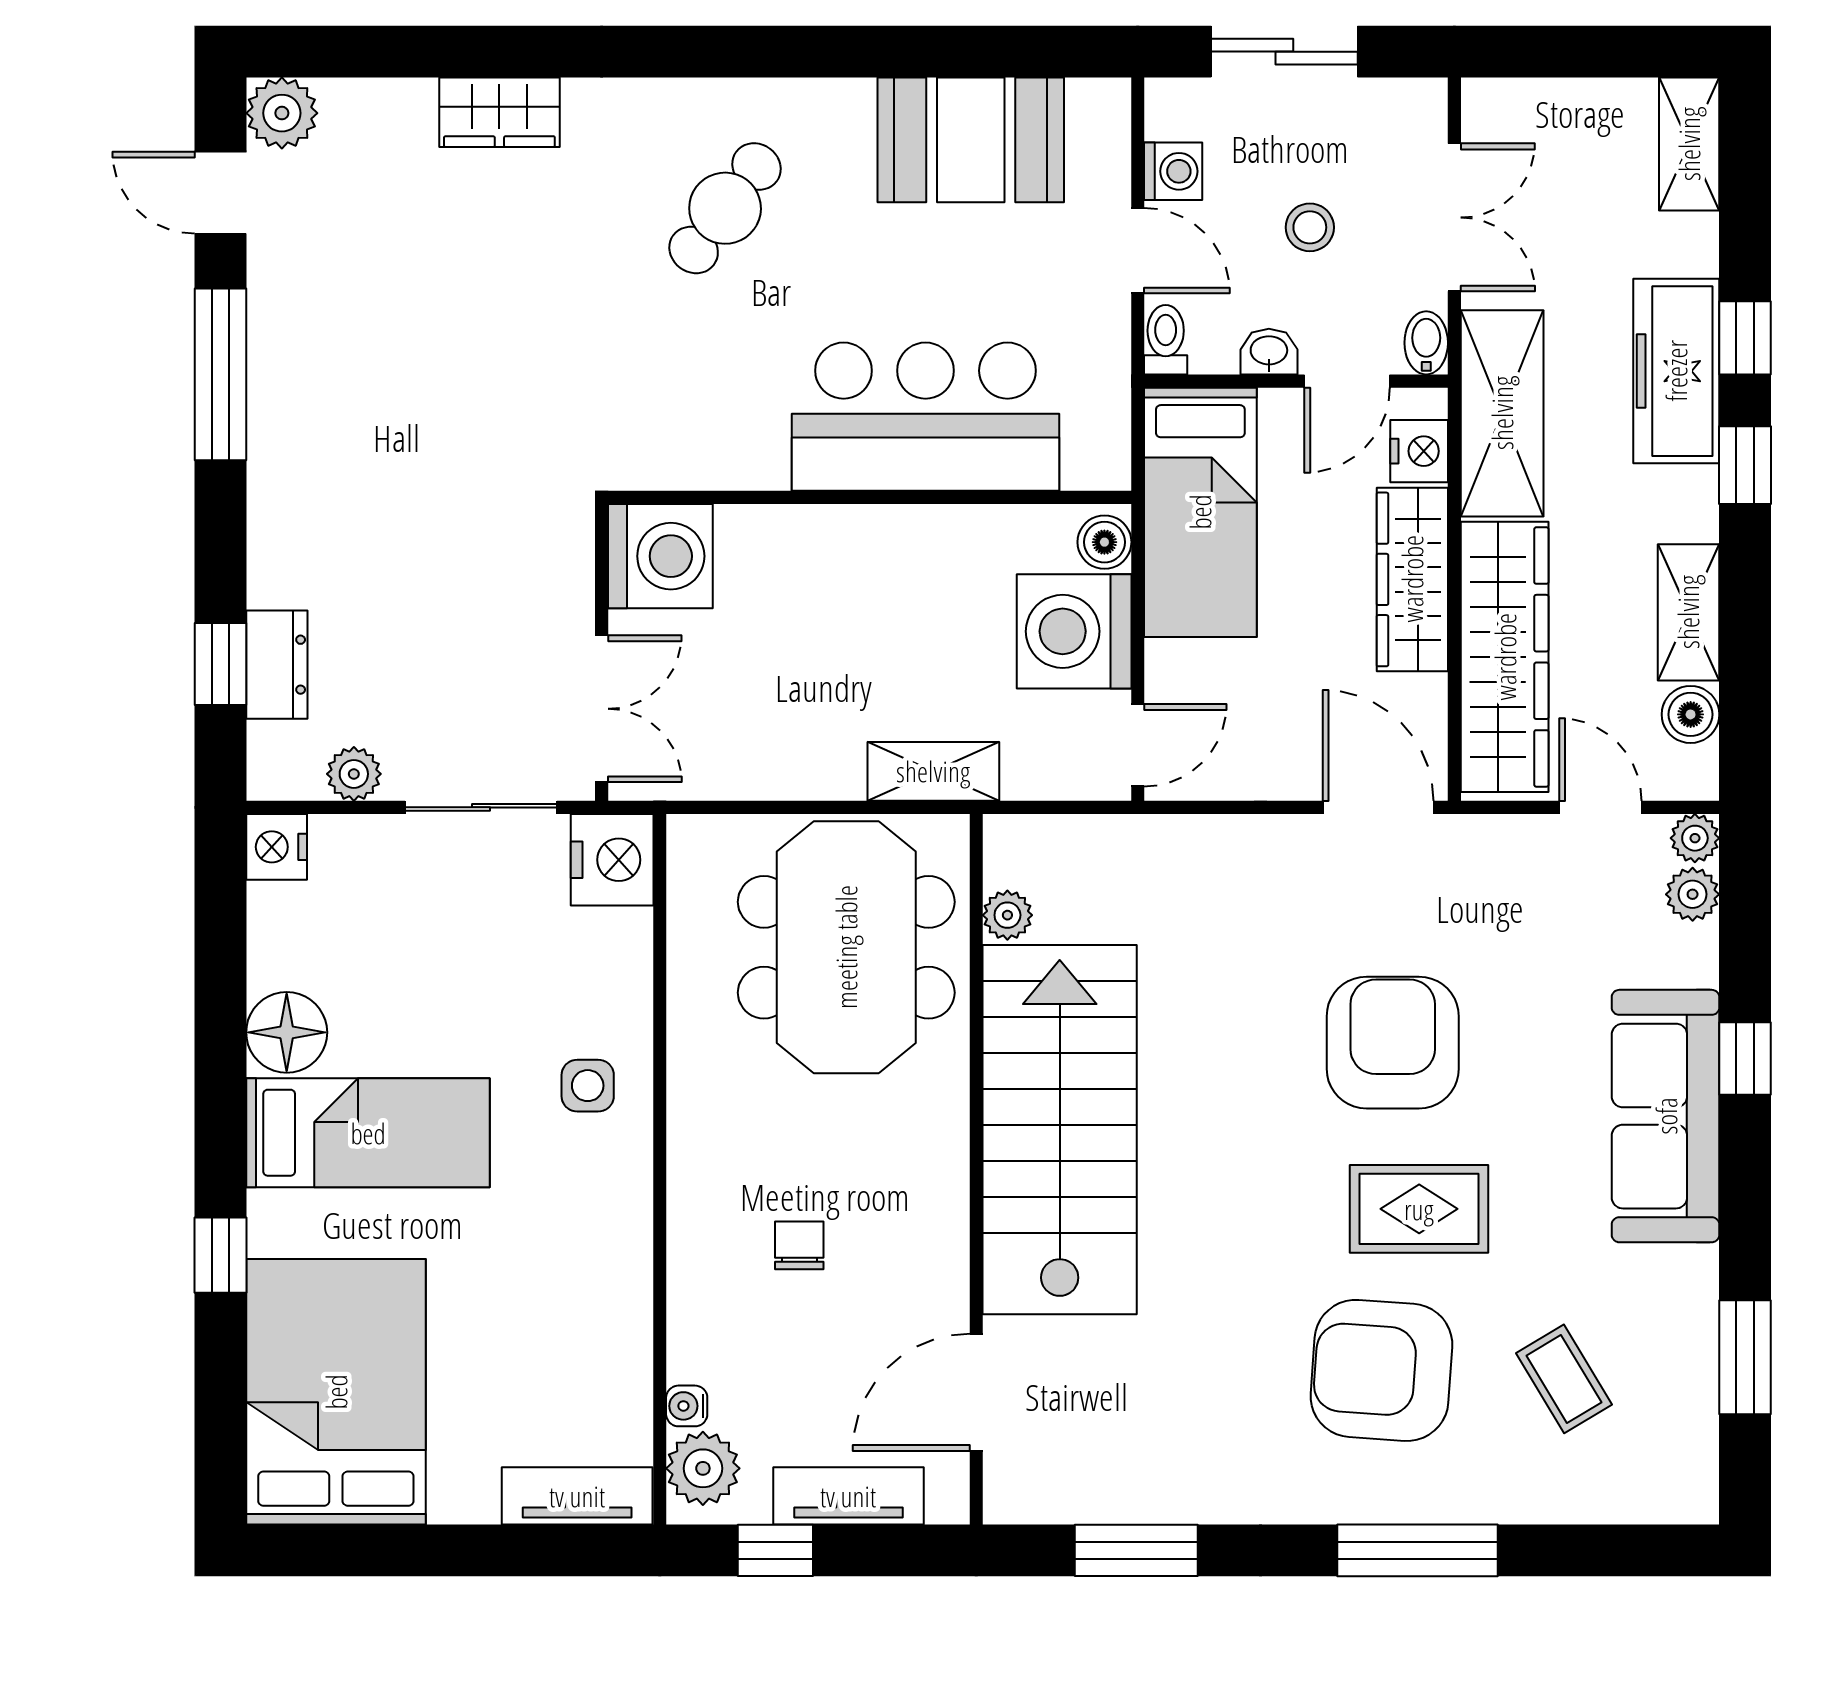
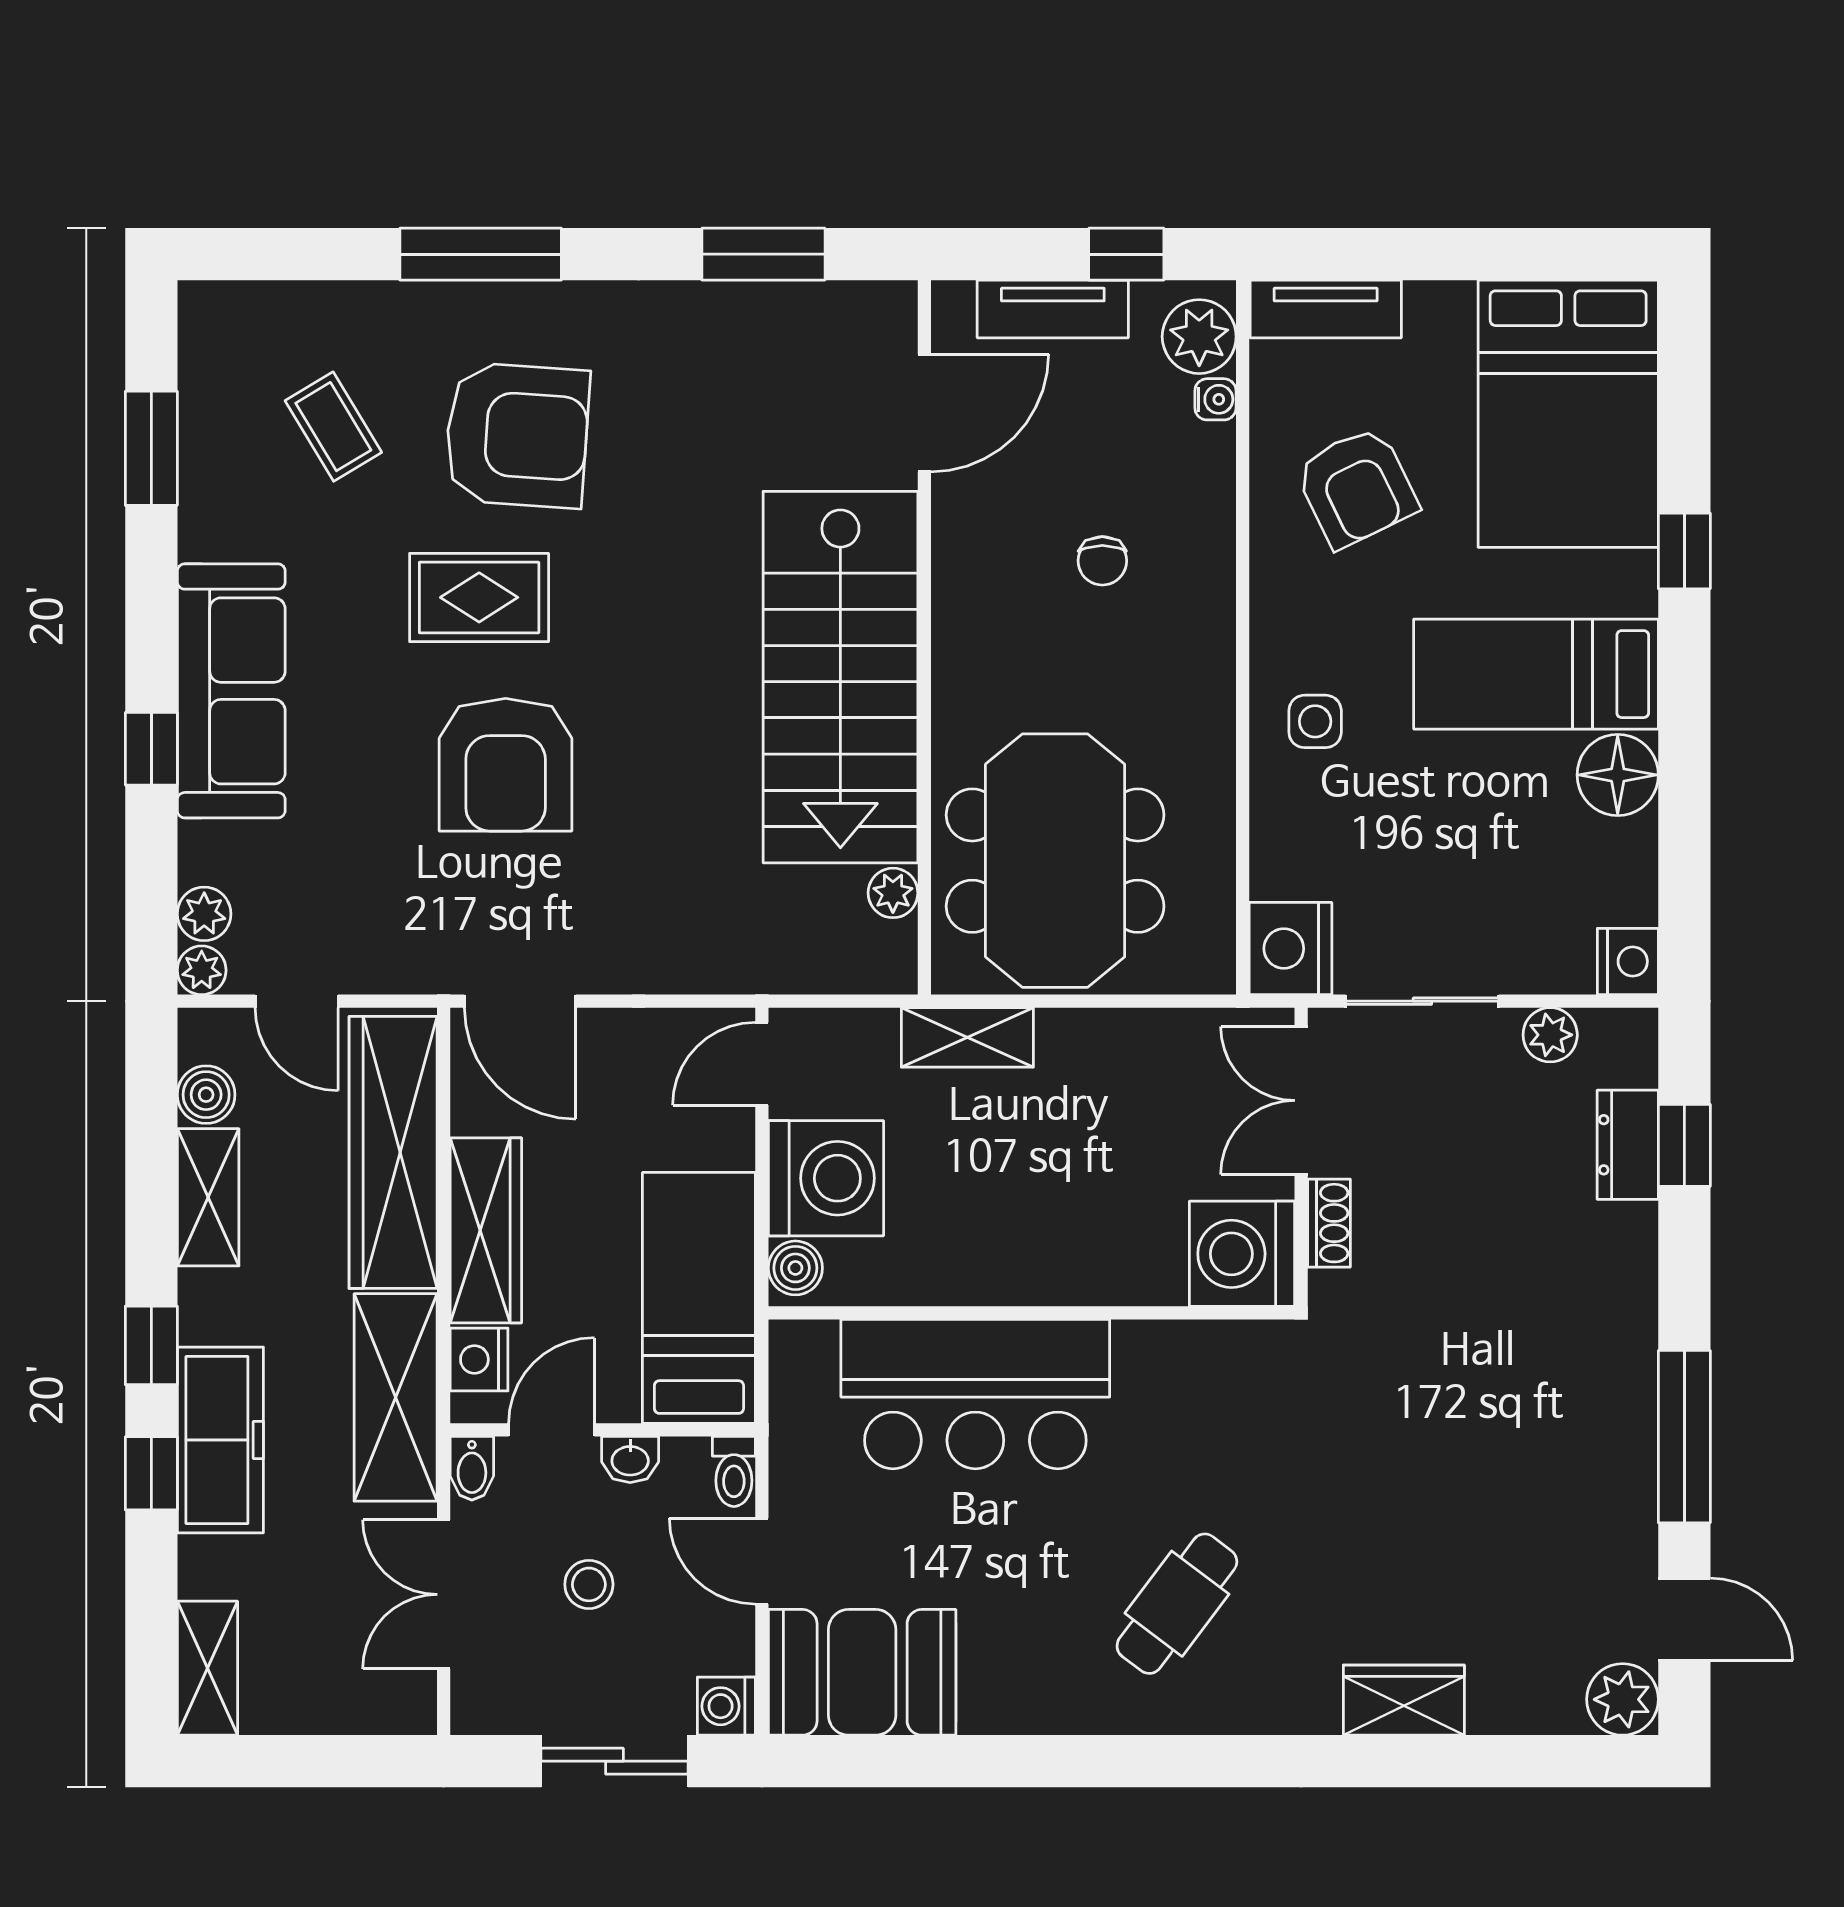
booth: (971, 140) -> (862, 1672), moved
washing machine: (1173, 171) -> (726, 1706), moved
shoe rack: (574, 587) -> (1329, 1223), added
armchair: (547, 1319) -> (1356, 487), added

